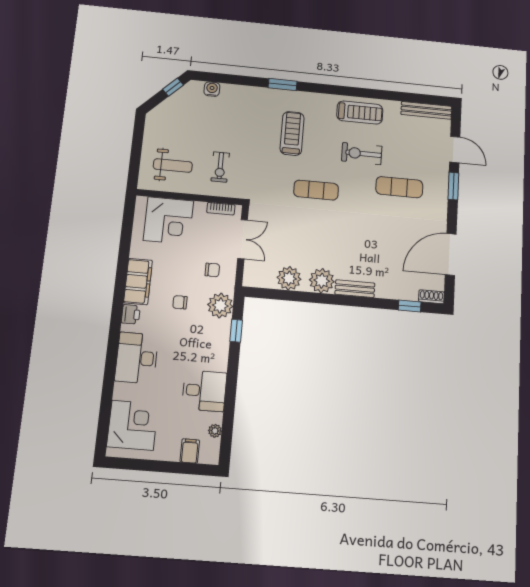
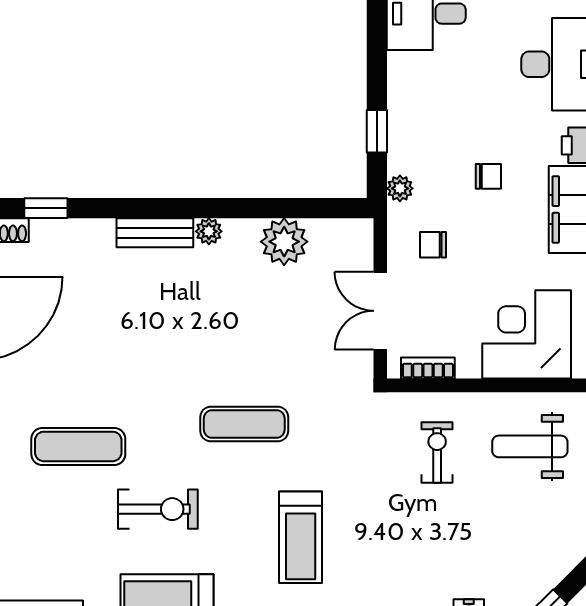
plant: (322, 281) -> (209, 231), width x0.53, depth x0.53
plant: (220, 306) -> (400, 188), width x0.53, depth x0.53

